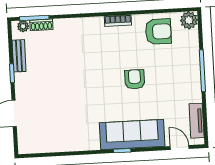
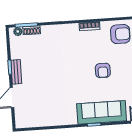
bench: (19, 56) -> (16, 72), moved
armchair: (135, 79) -> (103, 70), turned 180

